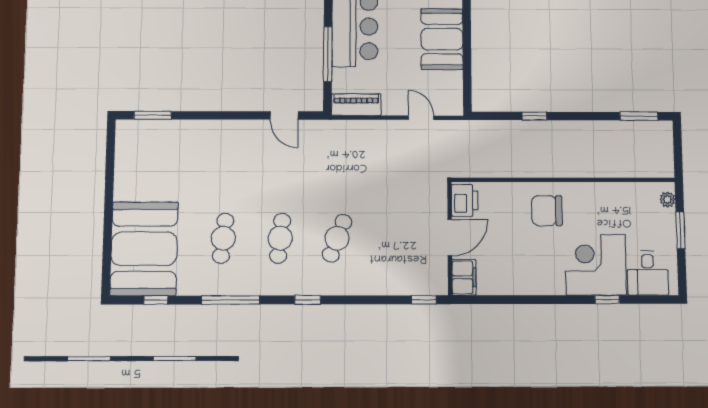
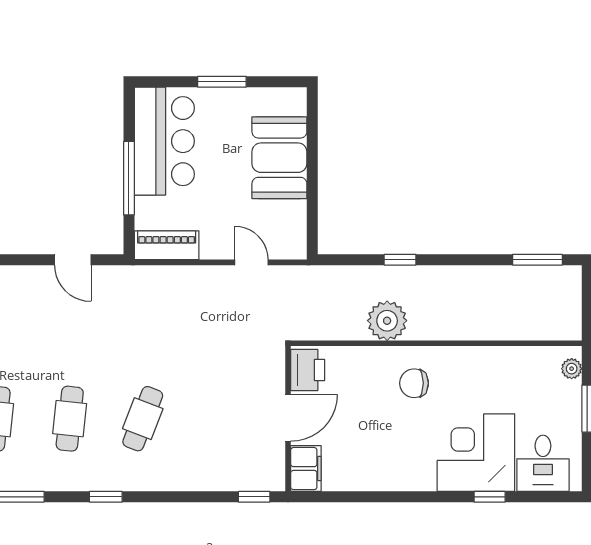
plant: (525, 162) -> (387, 321), added
chair: (547, 211) -> (414, 383), width x0.73, depth x0.73

